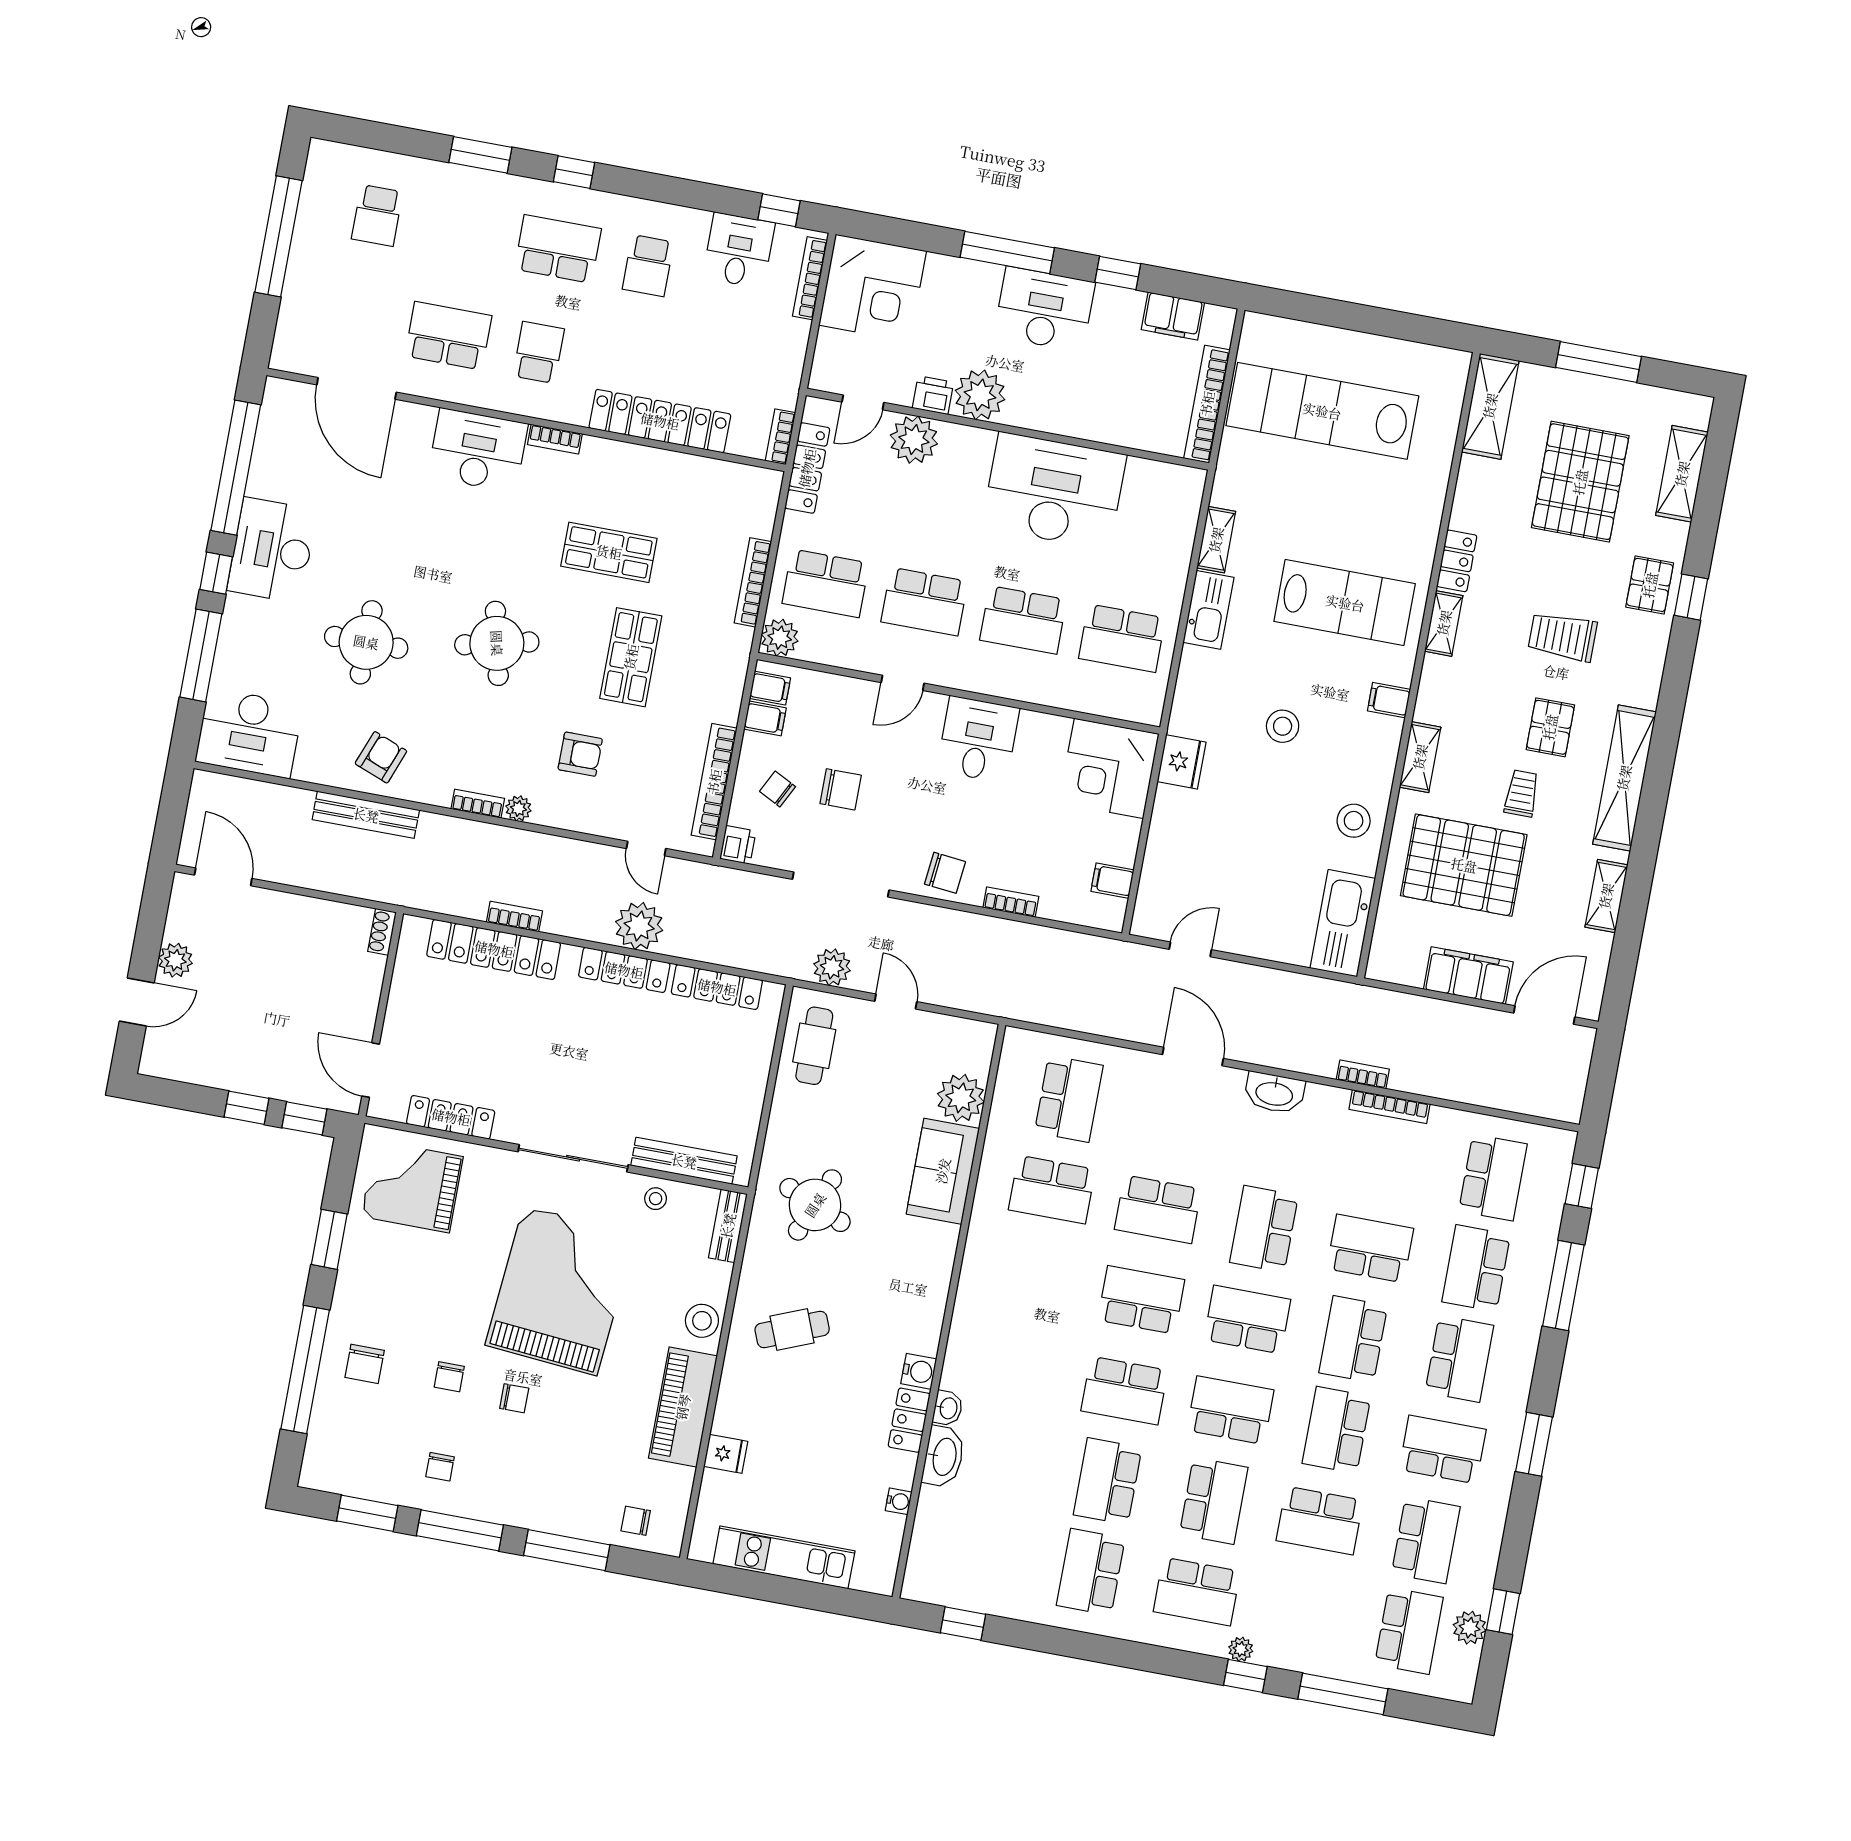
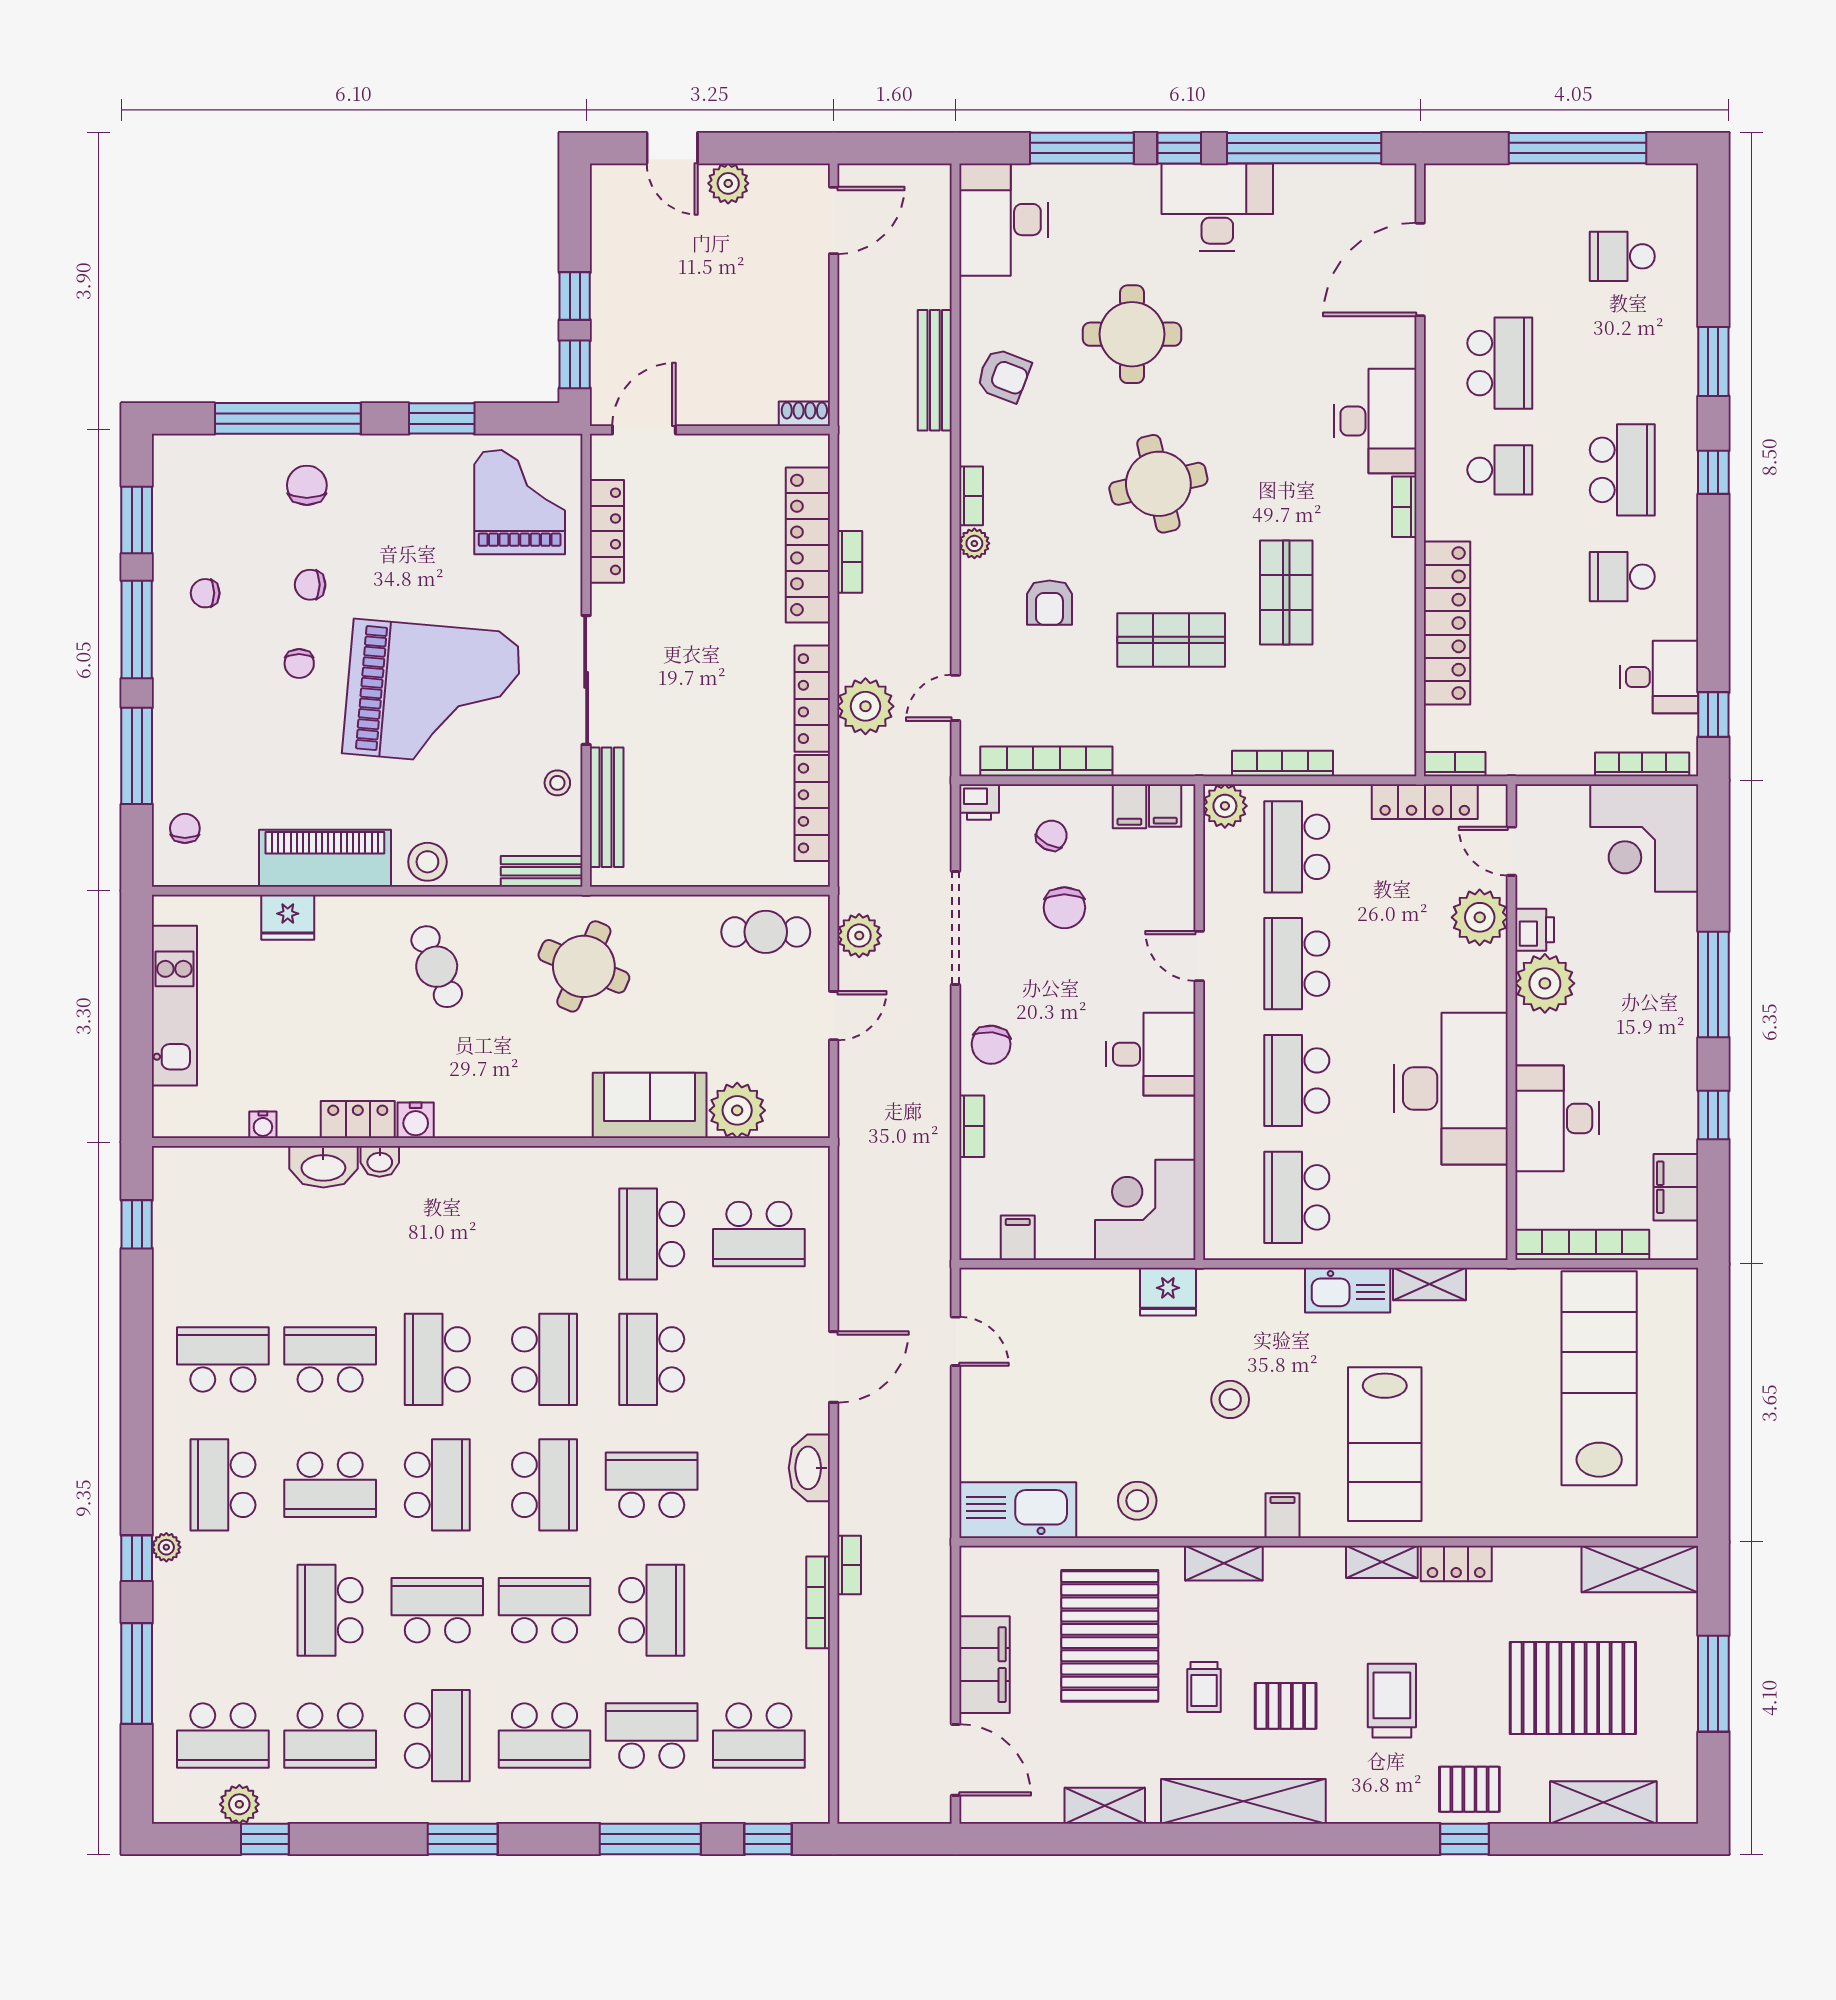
desk: (1044, 309) -> (1557, 1118), moved, turned 180
trolley: (1522, 793) -> (1204, 1687), turned 90
chair: (365, 1364) -> (307, 485), turned 90
fridge: (726, 1454) -> (288, 917), width x1.38

